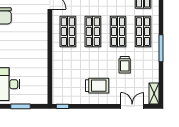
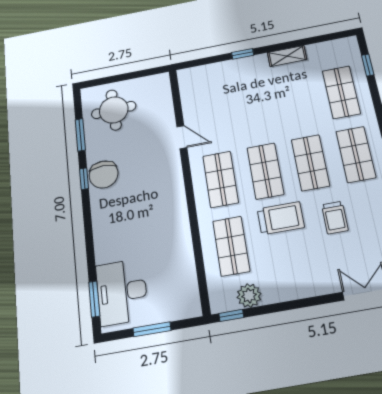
shop shelf: (68, 70) -> (231, 246), added
trolley: (97, 86) -> (281, 218), moved
plant: (73, 98) -> (249, 296), added

